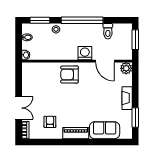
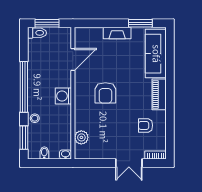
toilet: (108, 31) -> (37, 33), moved
washing machine: (85, 53) -> (63, 96), moved
plant: (126, 68) -> (81, 137), moved
armchair: (69, 75) -> (105, 93), moved
double door: (19, 108) -> (129, 163), swing flipped
sofa: (105, 130) -> (156, 54), width x1.36

